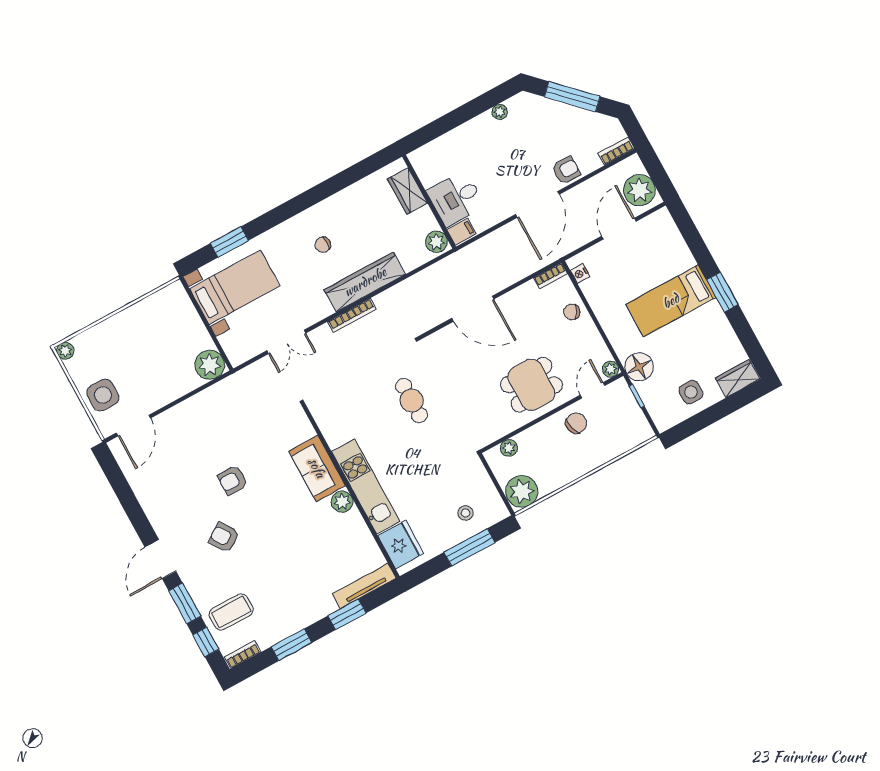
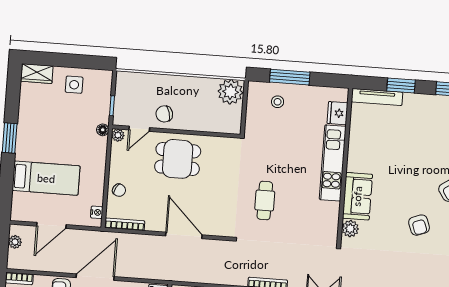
plant: (639, 190) -> (15, 242), width x0.53, depth x0.53
bookcase: (550, 276) -> (125, 224), width x1.56
bed: (671, 301) -> (46, 178), moved
floor lamp: (639, 367) -> (103, 130), width x0.53, depth x0.53
plant: (509, 448) -> (220, 126), removed
armchair: (233, 480) -> (419, 225), turned 70
plant: (342, 502) -> (350, 229), moved
fridge: (401, 545) -> (338, 113), width x0.73, depth x0.75

